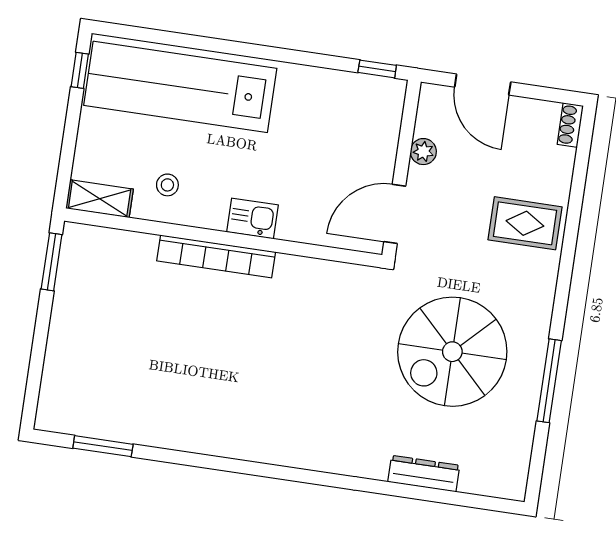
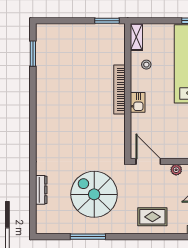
rug: (525, 223) -> (152, 217), turned 90

